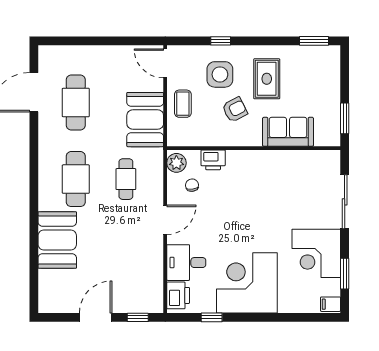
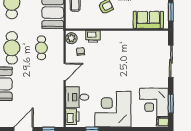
sofa: (288, 132) -> (148, 20), moved
corner desk: (316, 253) -> (154, 102), moved

